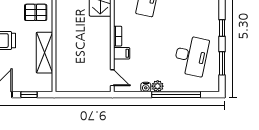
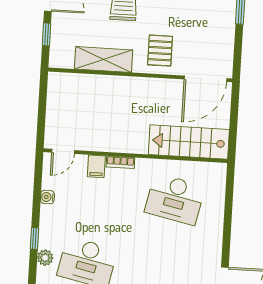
plant: (158, 86) -> (45, 258), moved
window: (176, 95) -> (34, 239), width x0.32

